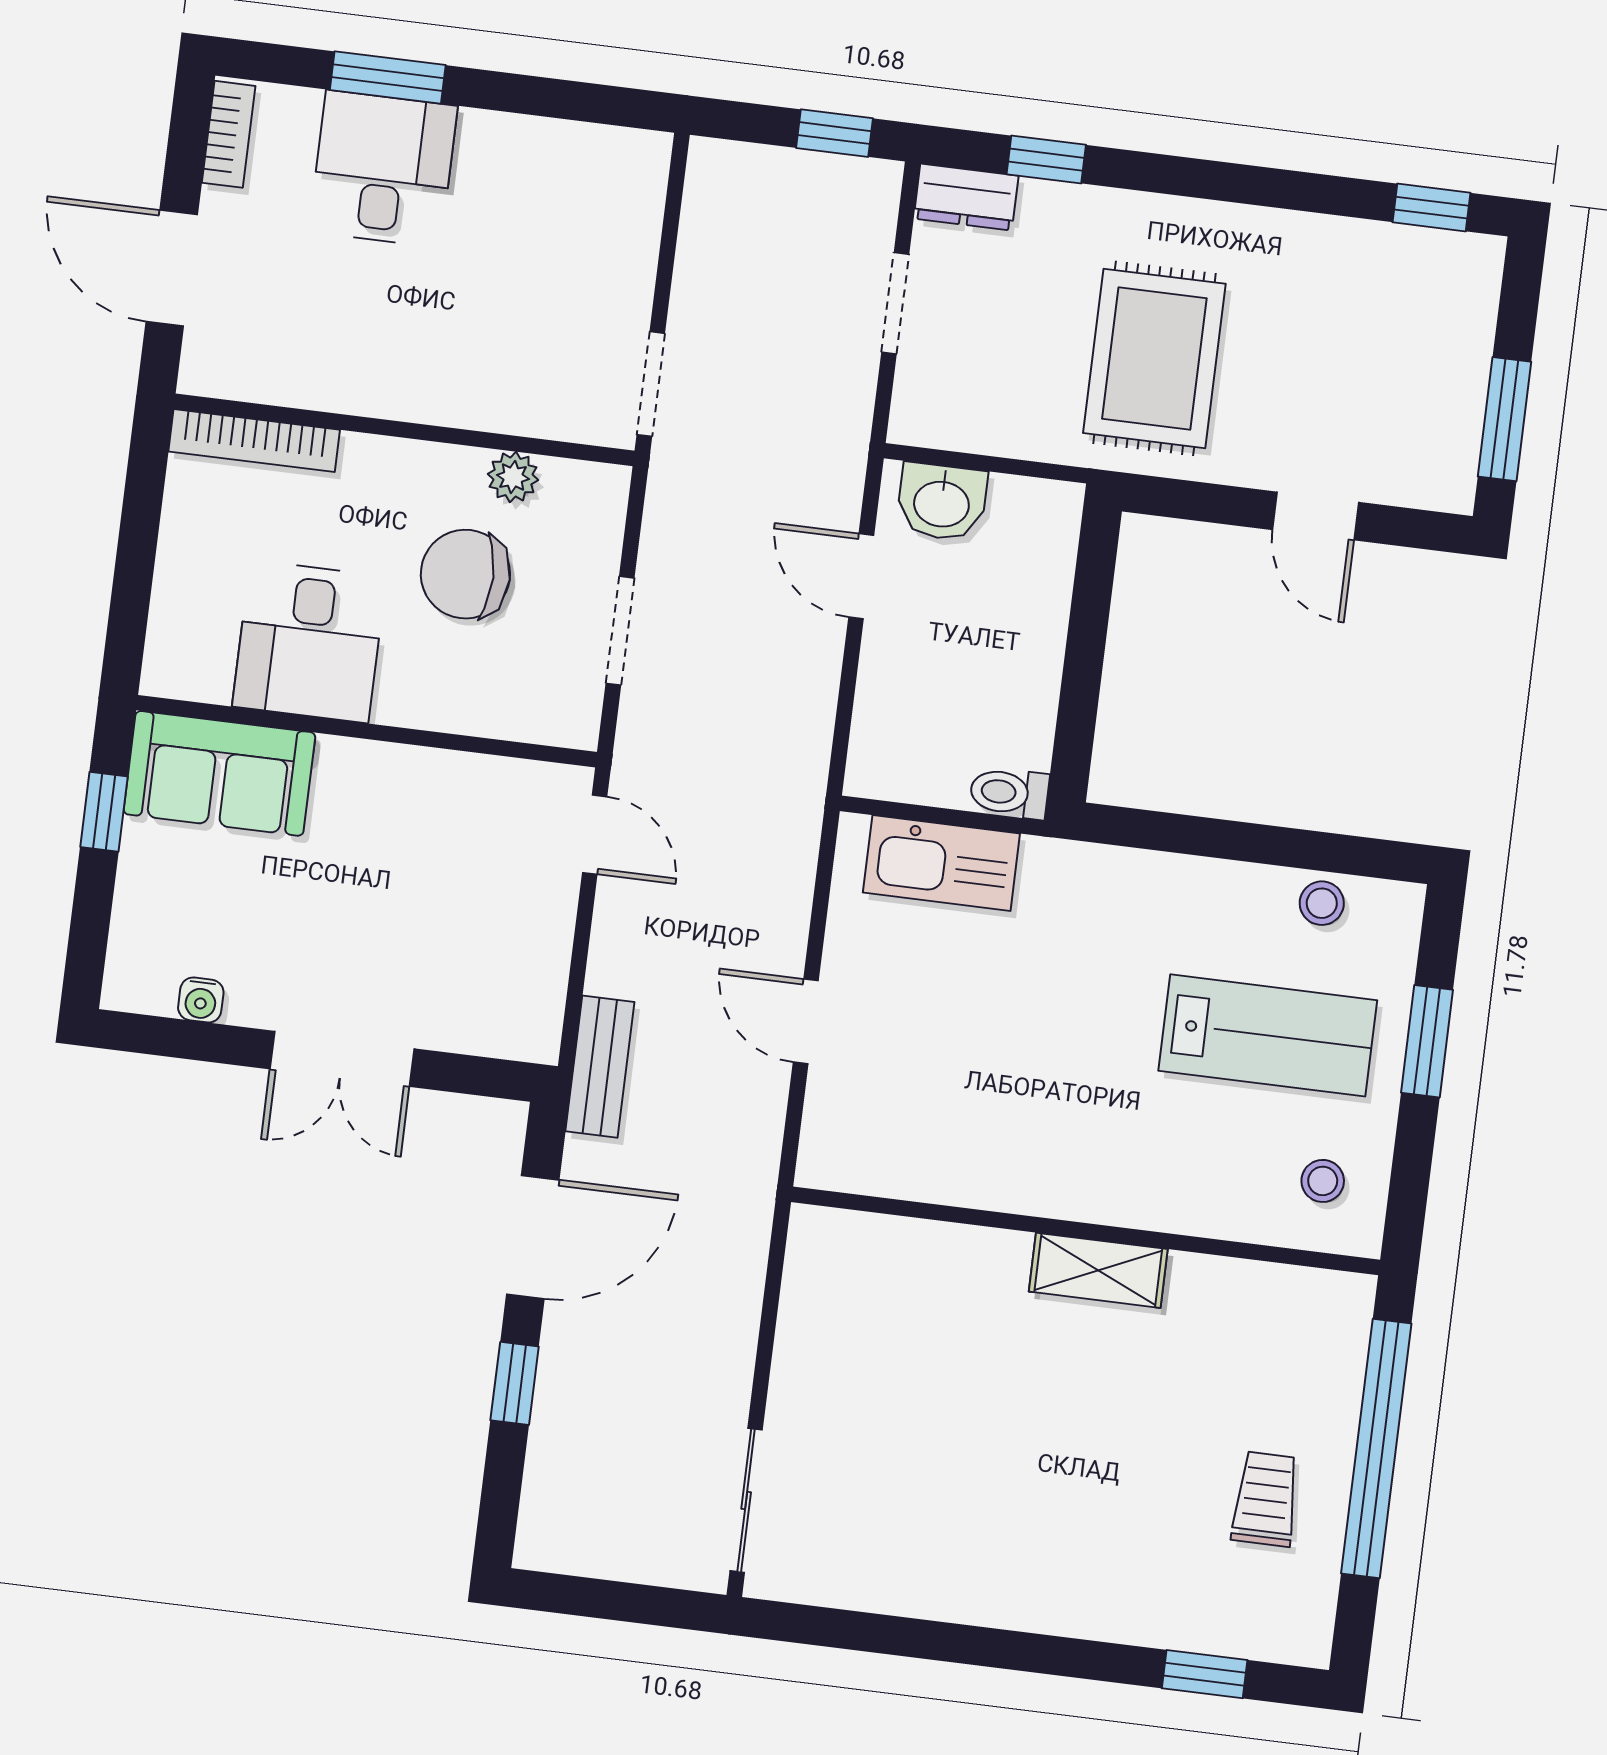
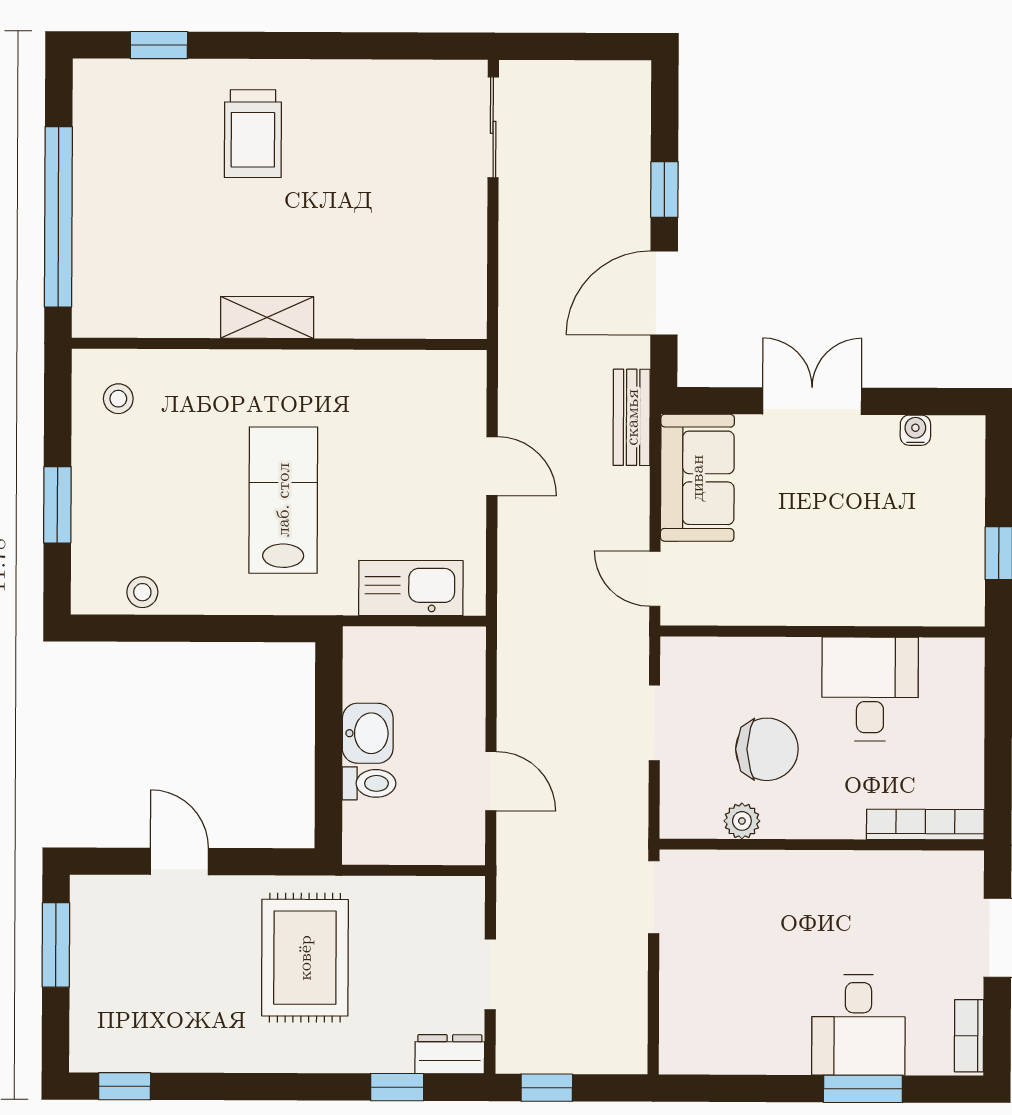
washbasin: (942, 502) -> (368, 733), moved, turned 90
sofa: (219, 773) -> (697, 478), moved, turned 90
toilet: (1009, 793) -> (369, 783), moved
lab bench: (1268, 1035) -> (283, 500), moved, turned 90
trolley: (1266, 1499) -> (253, 134), moved, width x1.36, depth x1.39

